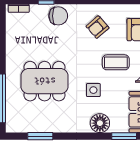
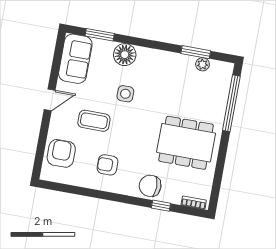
armchair: (98, 27) -> (107, 165), turned -139
dining table: (45, 81) -> (186, 143), moved
plant: (33, 127) -> (202, 64), added

